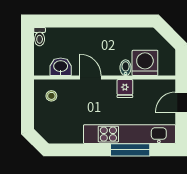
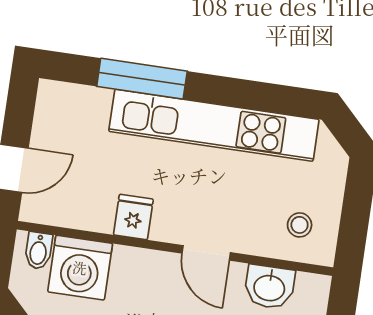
bidet: (126, 68) -> (38, 251), moved
kitchen unit: (129, 134) -> (214, 125), moved

